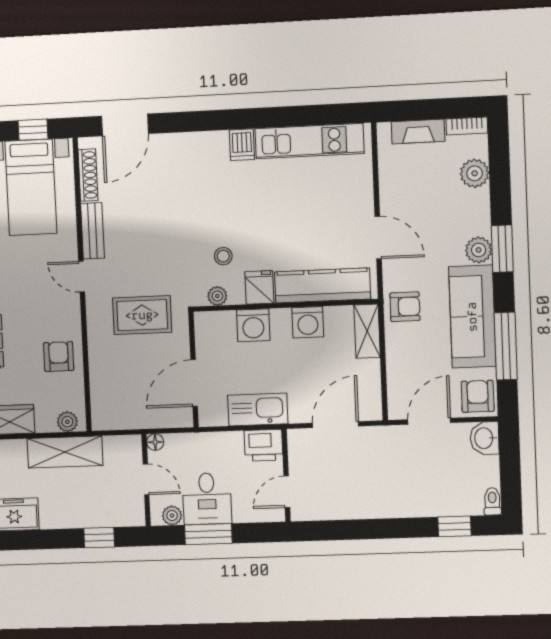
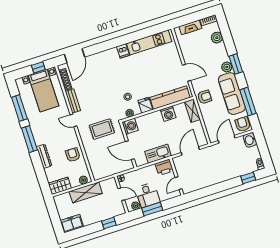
washing machine: (253, 325) -> (130, 126), moved, turned -90
door: (194, 383) -> (130, 150), hinge flipped

